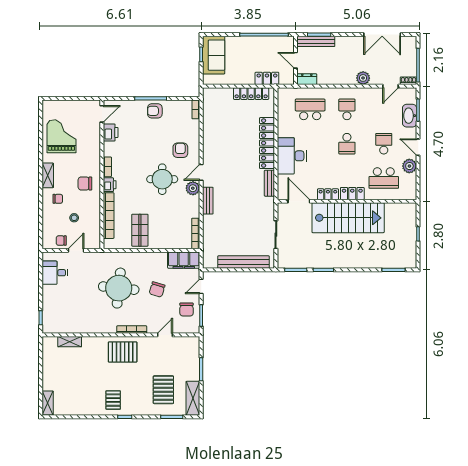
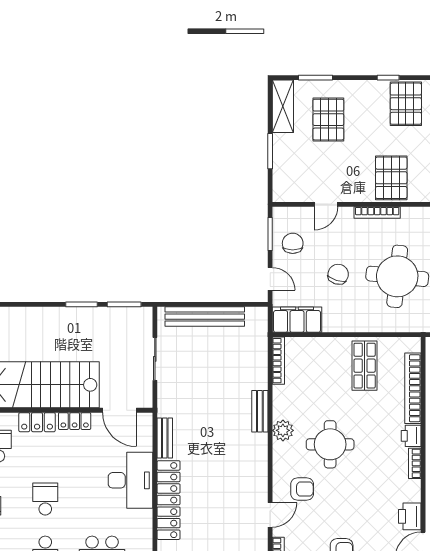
armchair: (180, 150) -> (302, 489), turned -90
door: (201, 172) -> (270, 515), moved
door: (201, 286) -> (270, 279), hinge flipped
pallet: (123, 352) -> (391, 178), turned 90
pallet: (113, 400) -> (406, 104), width x1.50, depth x1.42

